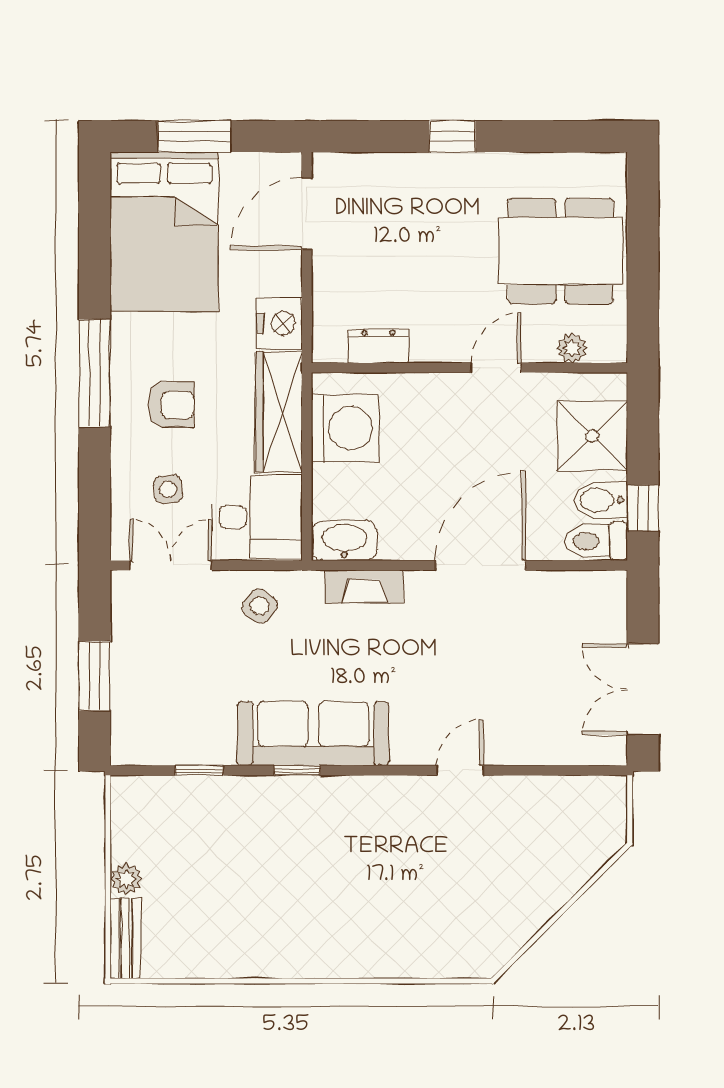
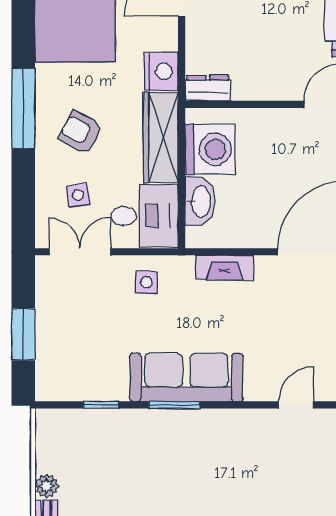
dresser: (378, 346) -> (208, 88), moved
armchair: (171, 405) -> (80, 132), turned -152
washbasin: (344, 540) -> (200, 201), moved, turned 90
side table: (260, 606) -> (146, 282), turned -35
window: (297, 770) -> (174, 405), width x1.50

